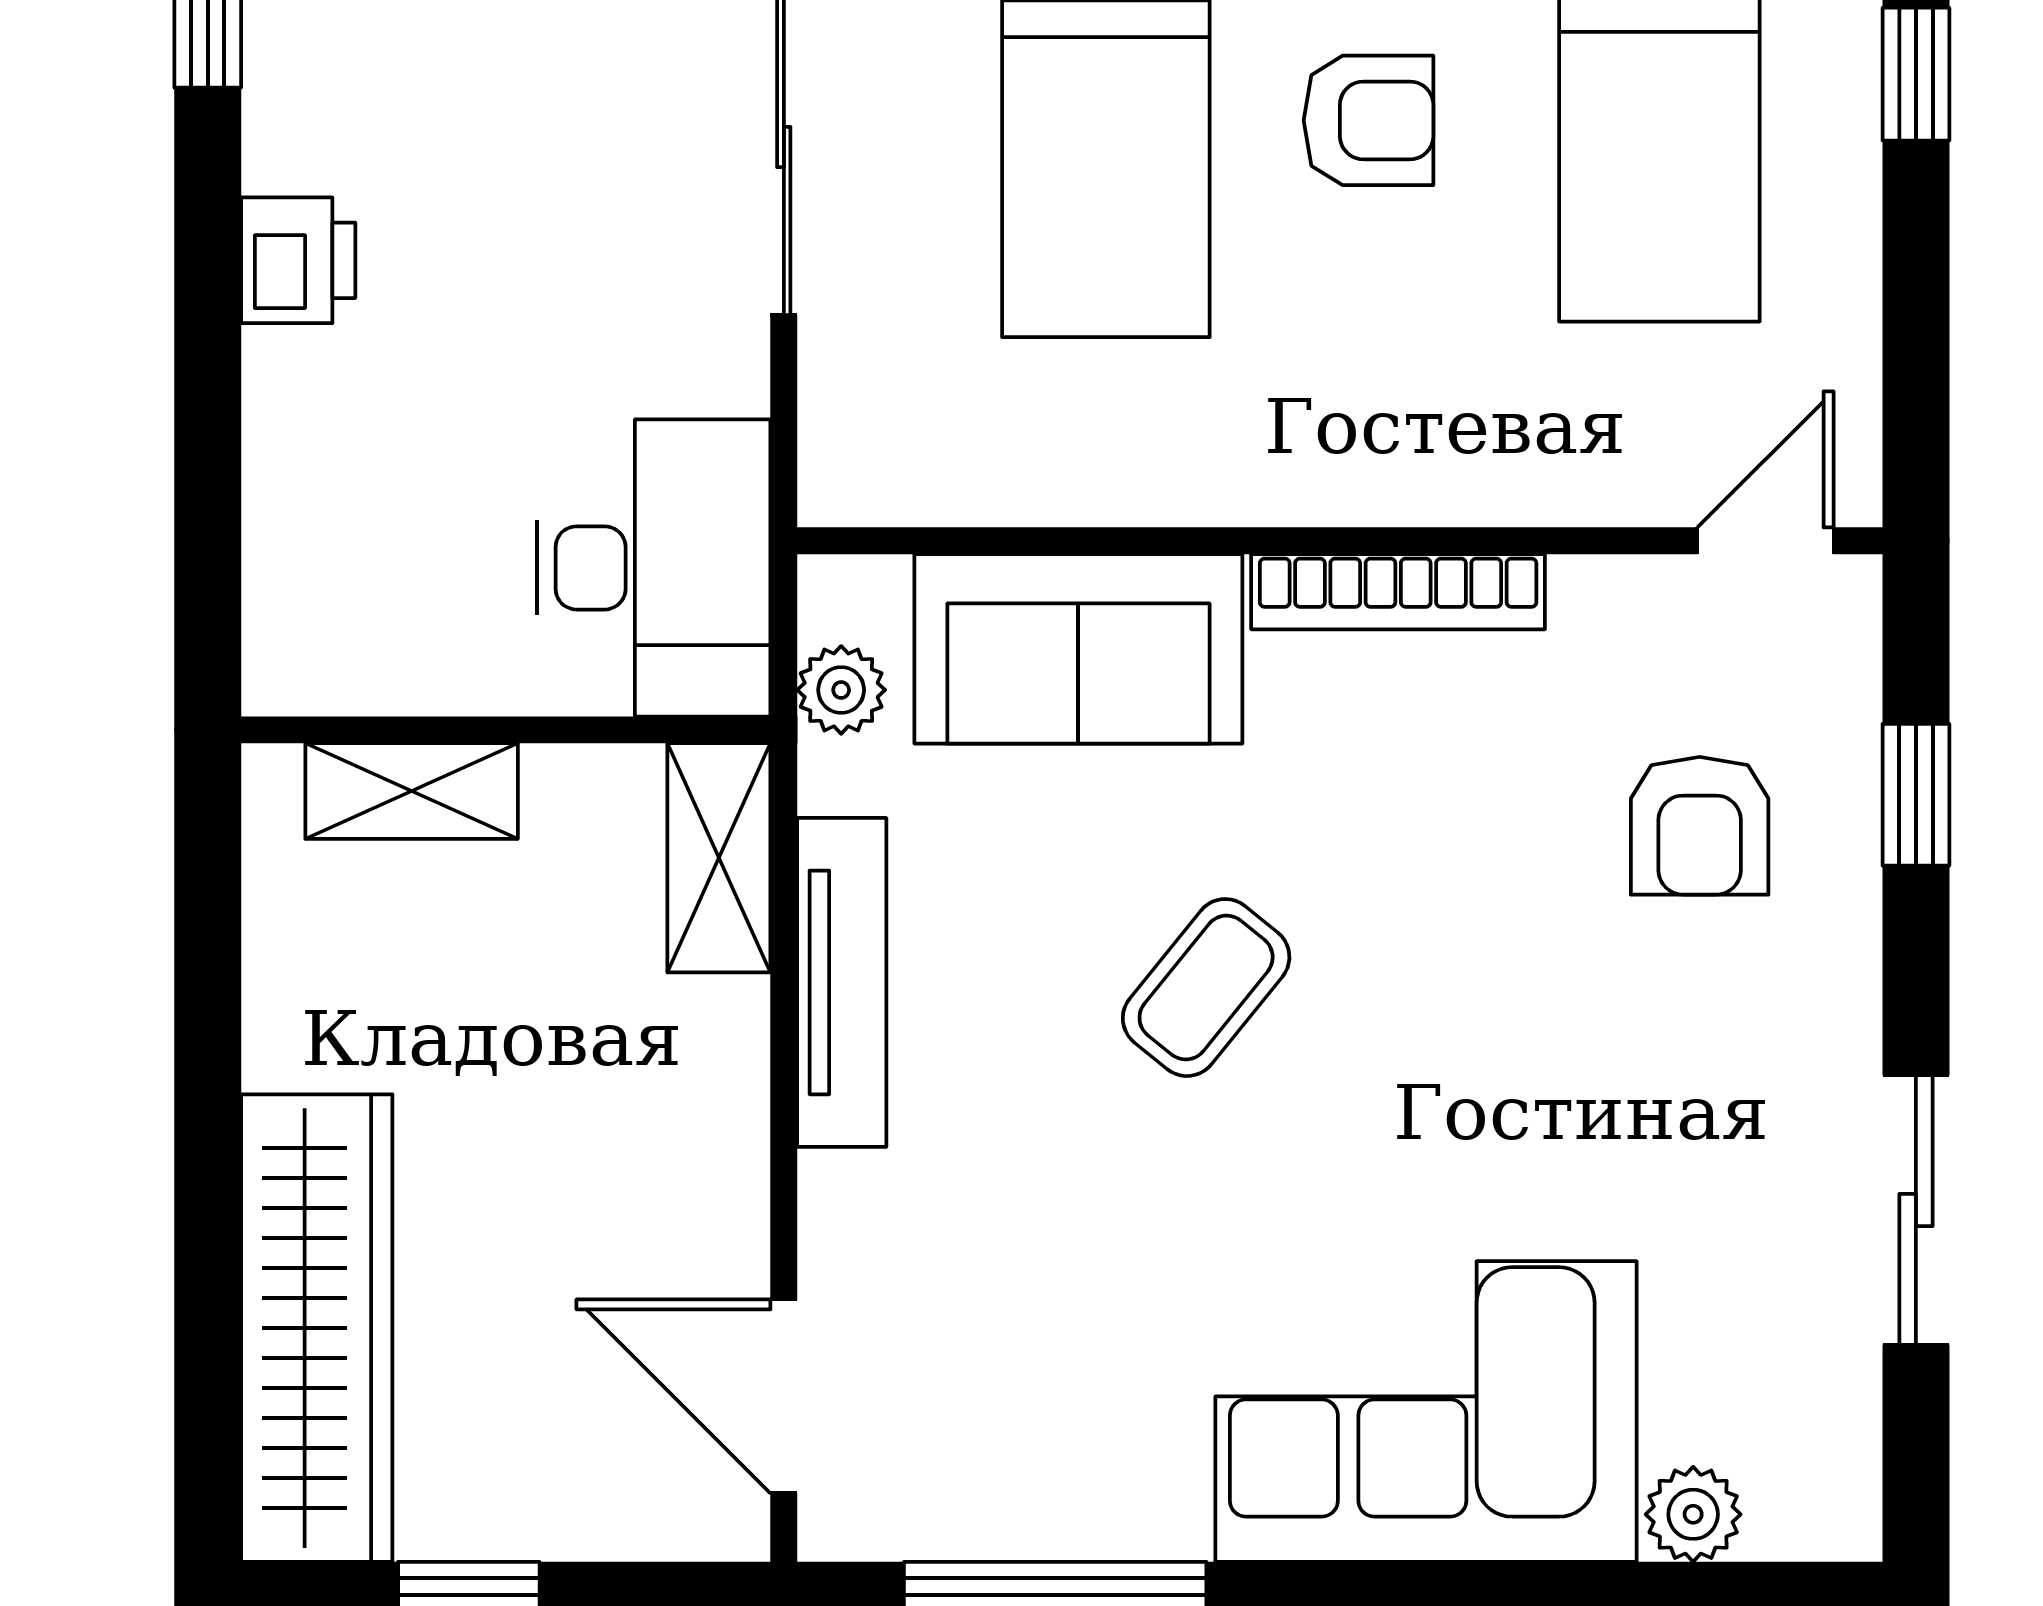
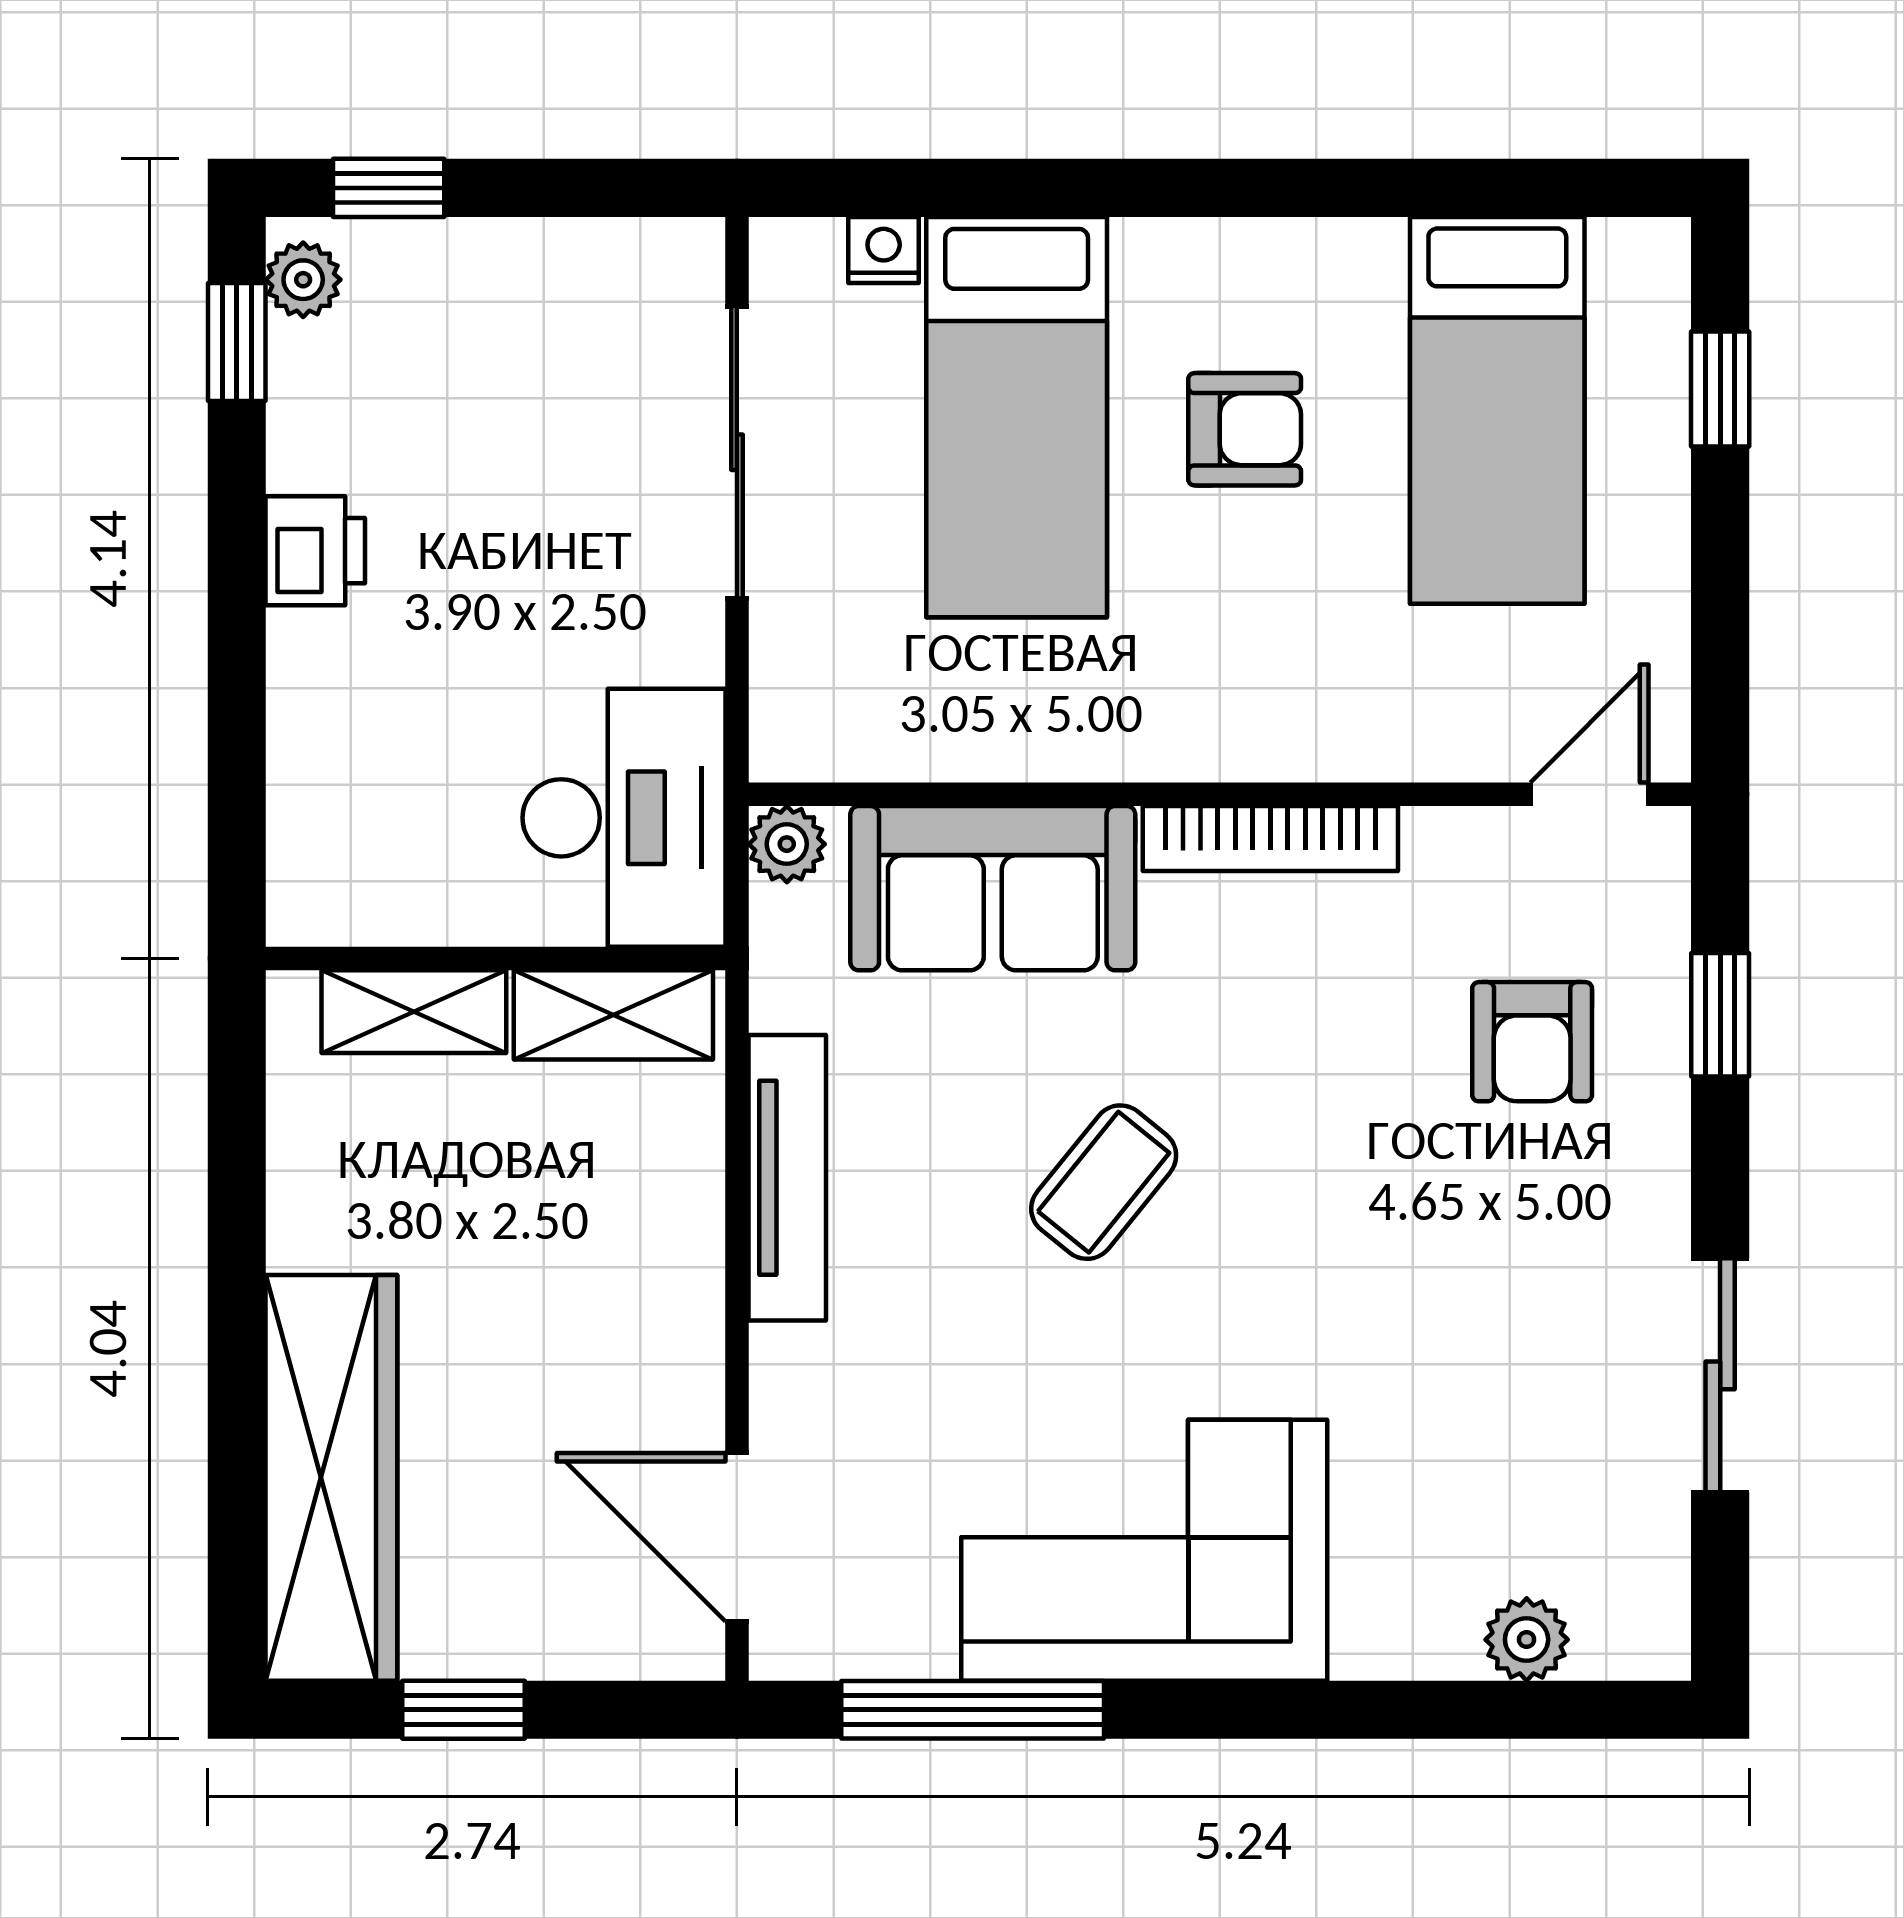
plant: (841, 690) -> (787, 844), moved
shelving: (719, 858) -> (613, 1015), moved, turned 90
corner sofa: (1426, 1411) -> (1144, 1550), moved

